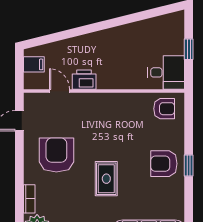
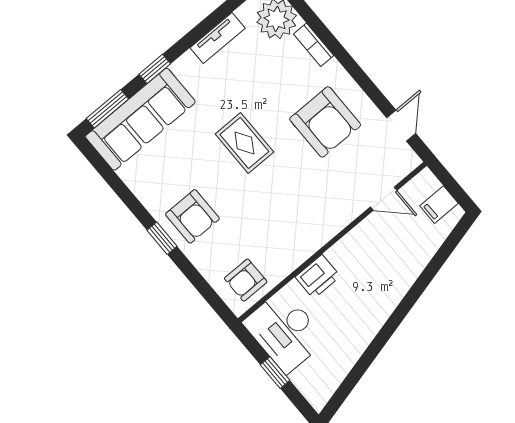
desk: (166, 72) -> (285, 331), width x1.37
printer: (84, 80) -> (318, 277), moved
armchair: (164, 164) -> (192, 216), turned 90

